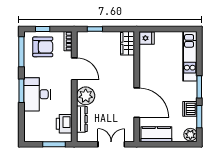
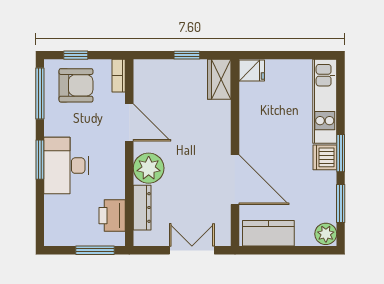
window: (95, 29) -> (187, 55), moved
dishwasher: (190, 109) -> (325, 157), moved

